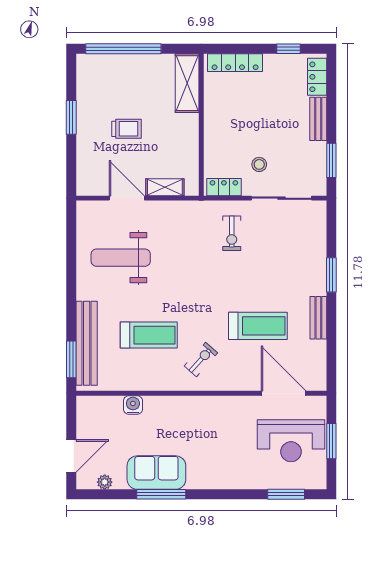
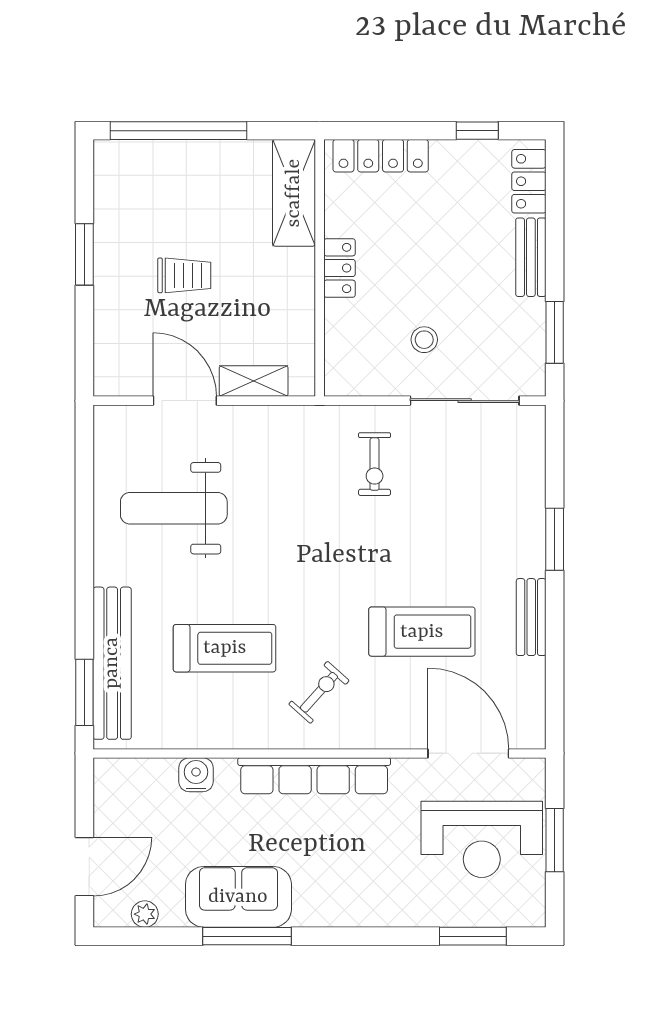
locker: (224, 187) -> (339, 268), moved, turned 90
row of seats: (198, 406) -> (314, 776), added

